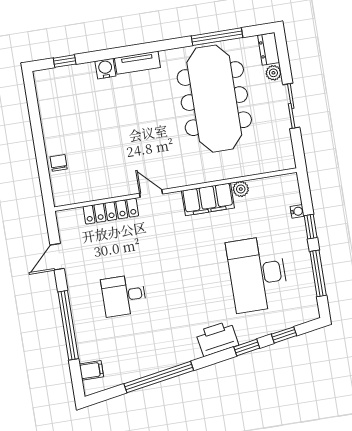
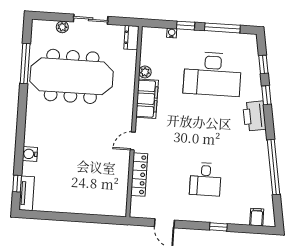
dresser: (269, 49) -> (131, 38), moved, turned 90
tv unit: (137, 63) -> (27, 193), moved
chair: (59, 163) -> (93, 206), removed
window: (68, 325) -> (218, 227), width x0.32

